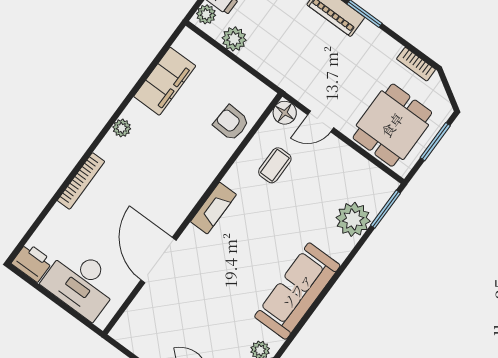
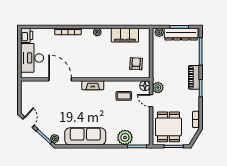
plant: (234, 39) -> (158, 88), moved
armchair: (231, 123) -> (136, 64), moved
dining table: (392, 125) -> (168, 127), turned 90
door: (159, 260) -> (60, 79), hinge flipped

